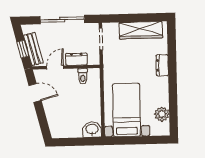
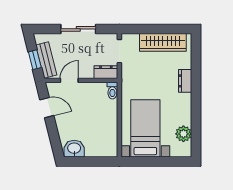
sliding door: (62, 20) -> (78, 29), width x0.73
dresser: (76, 59) -> (106, 72), moved
toilet: (83, 76) -> (112, 91), moved
washbasin: (92, 129) -> (74, 149), moved

